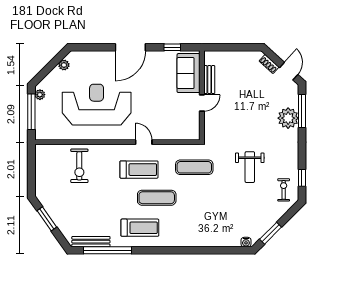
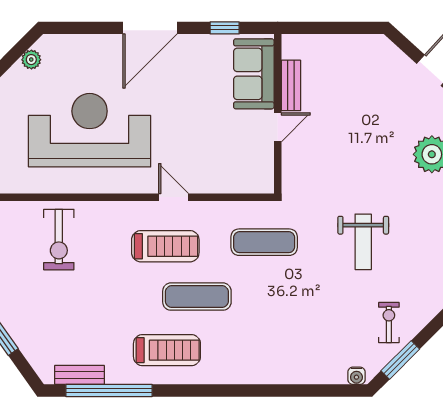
shoe rack: (269, 64) -> (398, 58), removed
exercise bike: (284, 190) -> (389, 323), moved
bench: (91, 242) -> (80, 375), width x0.73

